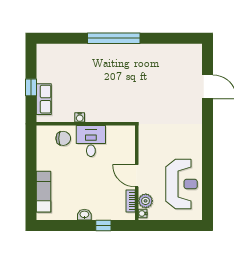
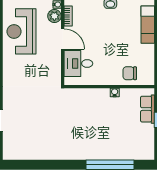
window: (114, 38) -> (110, 165), moved
desk: (91, 141) -> (78, 63), moved, turned 90

